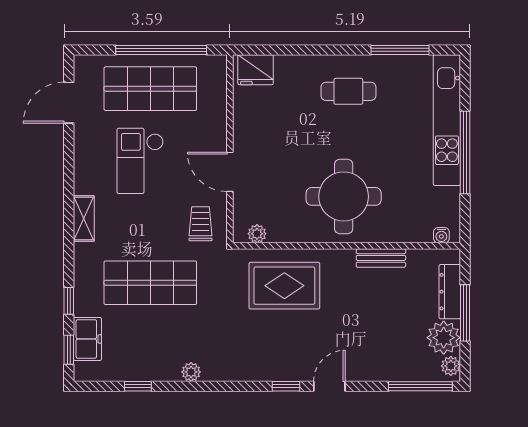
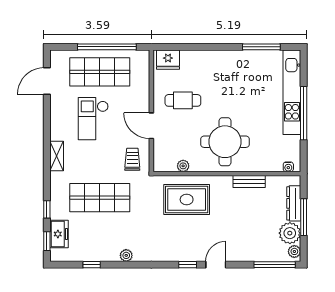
cafe table: (348, 91) -> (183, 100), moved
plant: (257, 234) -> (183, 166), moved

